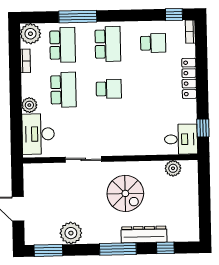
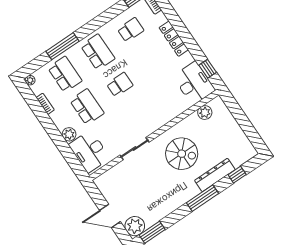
plant: (30, 34) -> (30, 80), width x0.53, depth x0.53
desk: (181, 139) -> (194, 83), width x1.37
plant: (71, 233) -> (135, 226), moved

